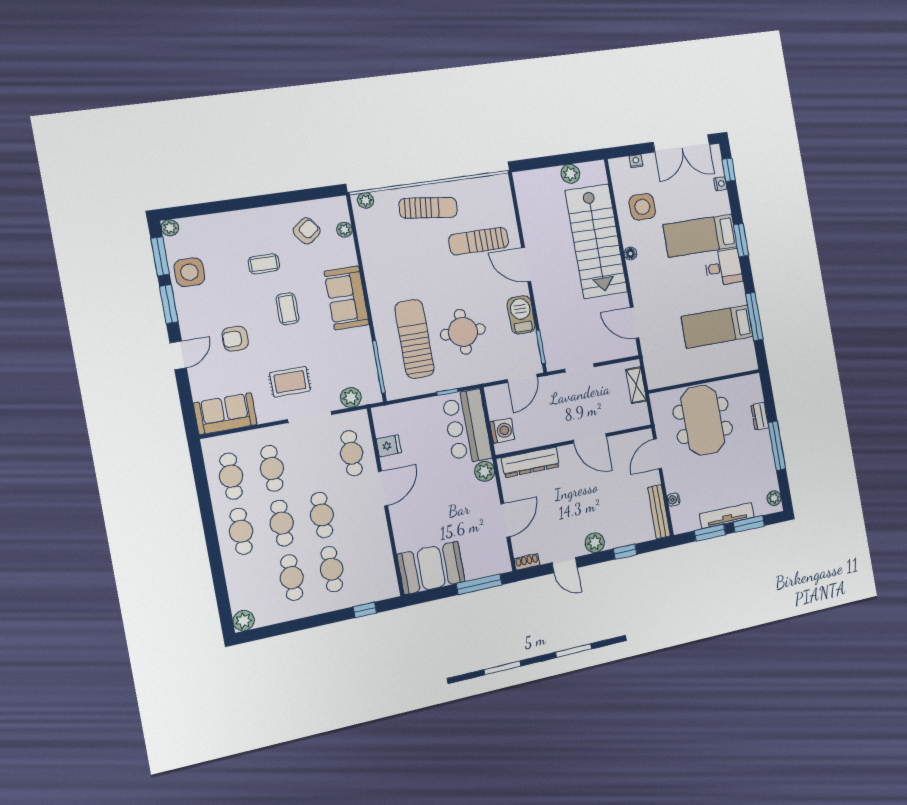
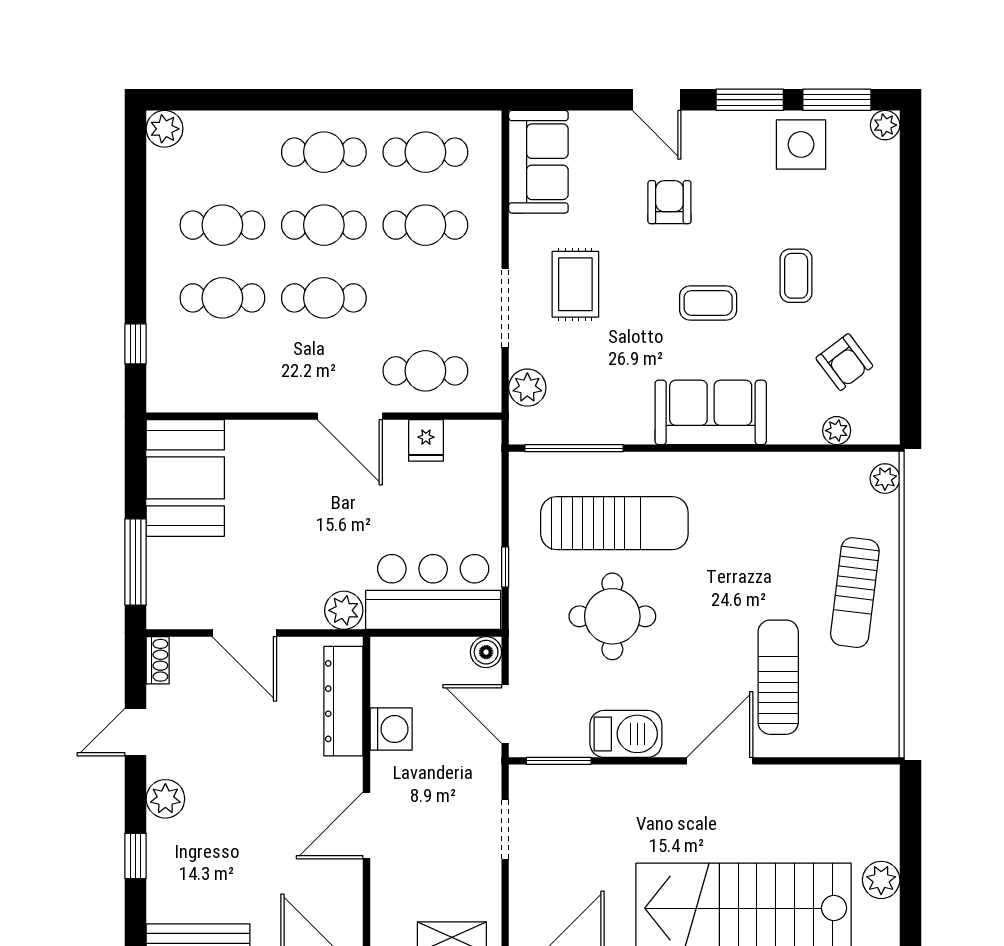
boiler: (493, 394) -> (486, 652), added
washing machine: (502, 431) -> (391, 729), moved, turned -90

